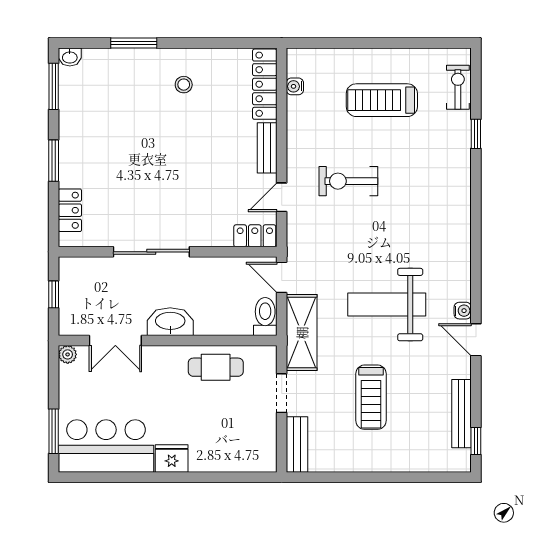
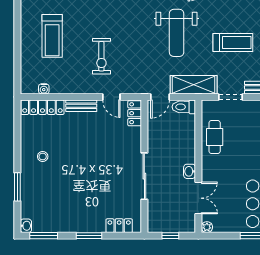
washbasin: (170, 322) -> (190, 171), width x0.52, depth x0.69

